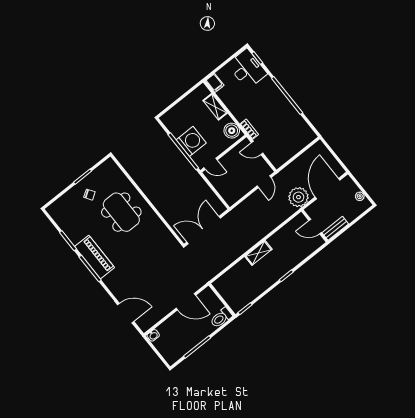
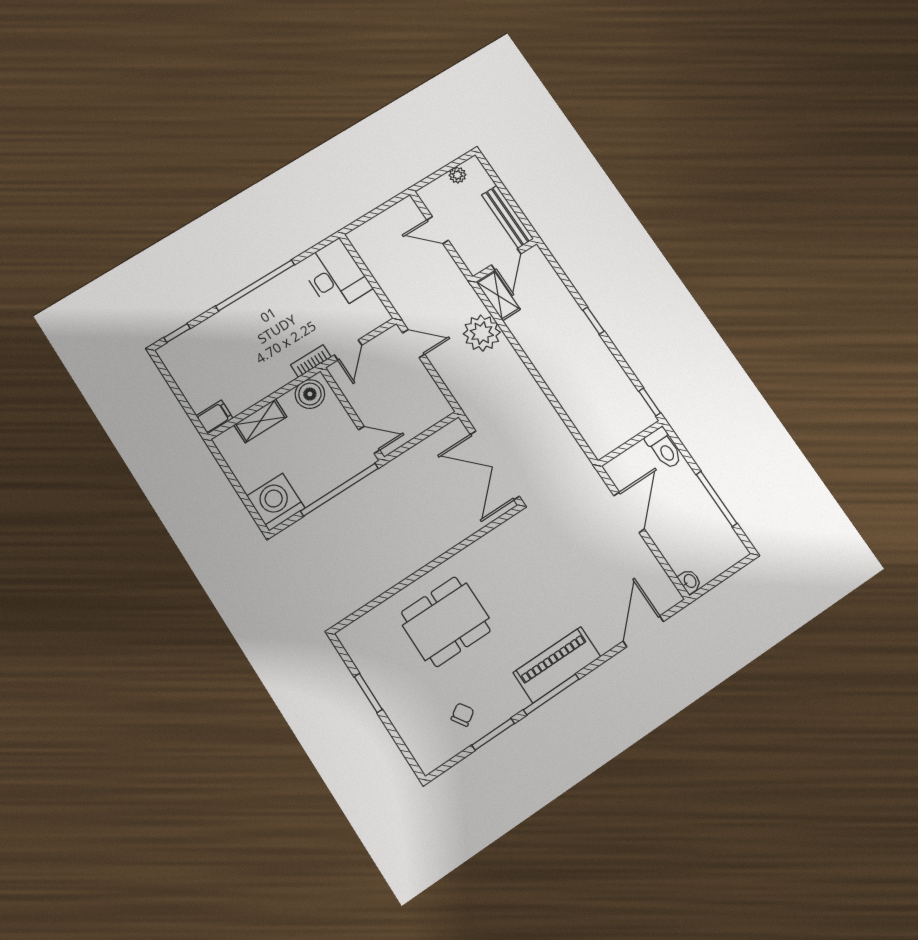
desk: (247, 69) -> (335, 276), moved, turned 90
washing machine: (191, 141) -> (276, 502), moved
door: (211, 164) -> (369, 440), hinge flipped
door: (328, 189) -> (438, 230), width x0.53
chair: (89, 195) -> (463, 715), moved
plant: (298, 197) -> (482, 333), moved
bench: (335, 228) -> (508, 217), width x1.36
shelving: (258, 253) -> (498, 295), moved
piano: (94, 257) -> (557, 665), moved

